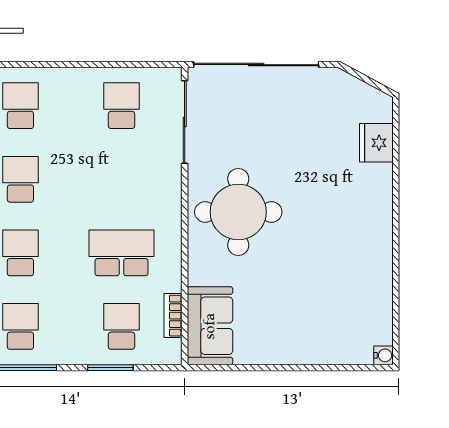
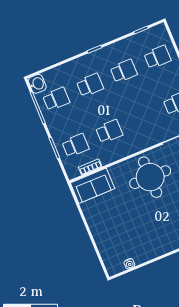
school desk: (122, 253) -> (109, 131), width x0.54
water cooler: (384, 355) -> (129, 264), moved

